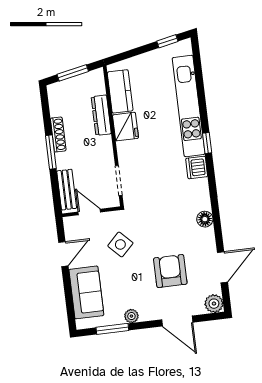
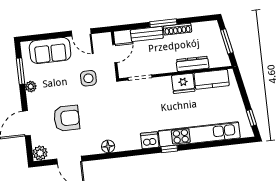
bench: (67, 190) -> (147, 34), moved
side table: (120, 244) -> (88, 78), turned 45

